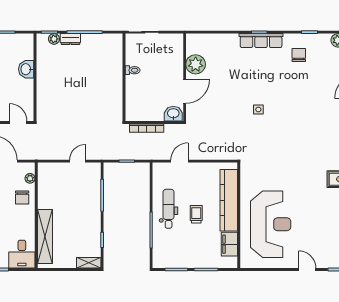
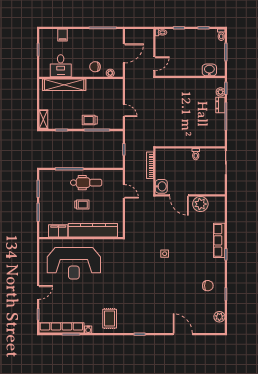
row of seats: (261, 41) -> (219, 240), moved
washbasin: (26, 69) -> (209, 70), moved
trolley: (90, 204) -> (90, 120), added
desk: (22, 254) -> (61, 66), moved, turned -90

